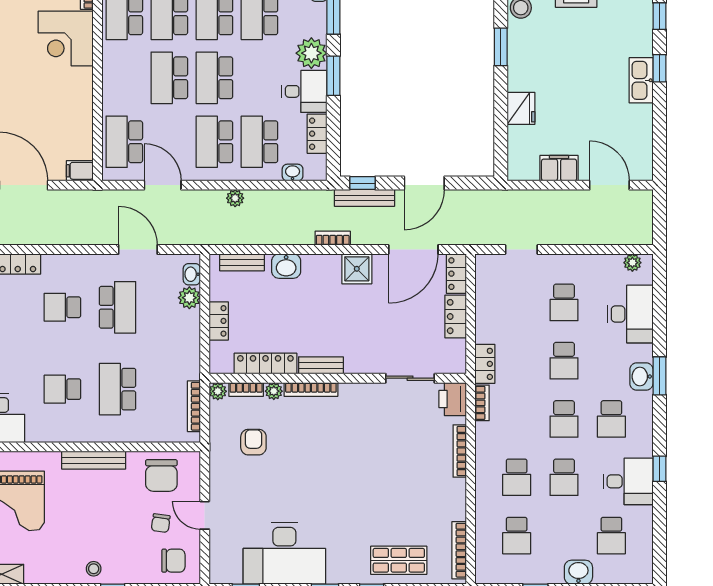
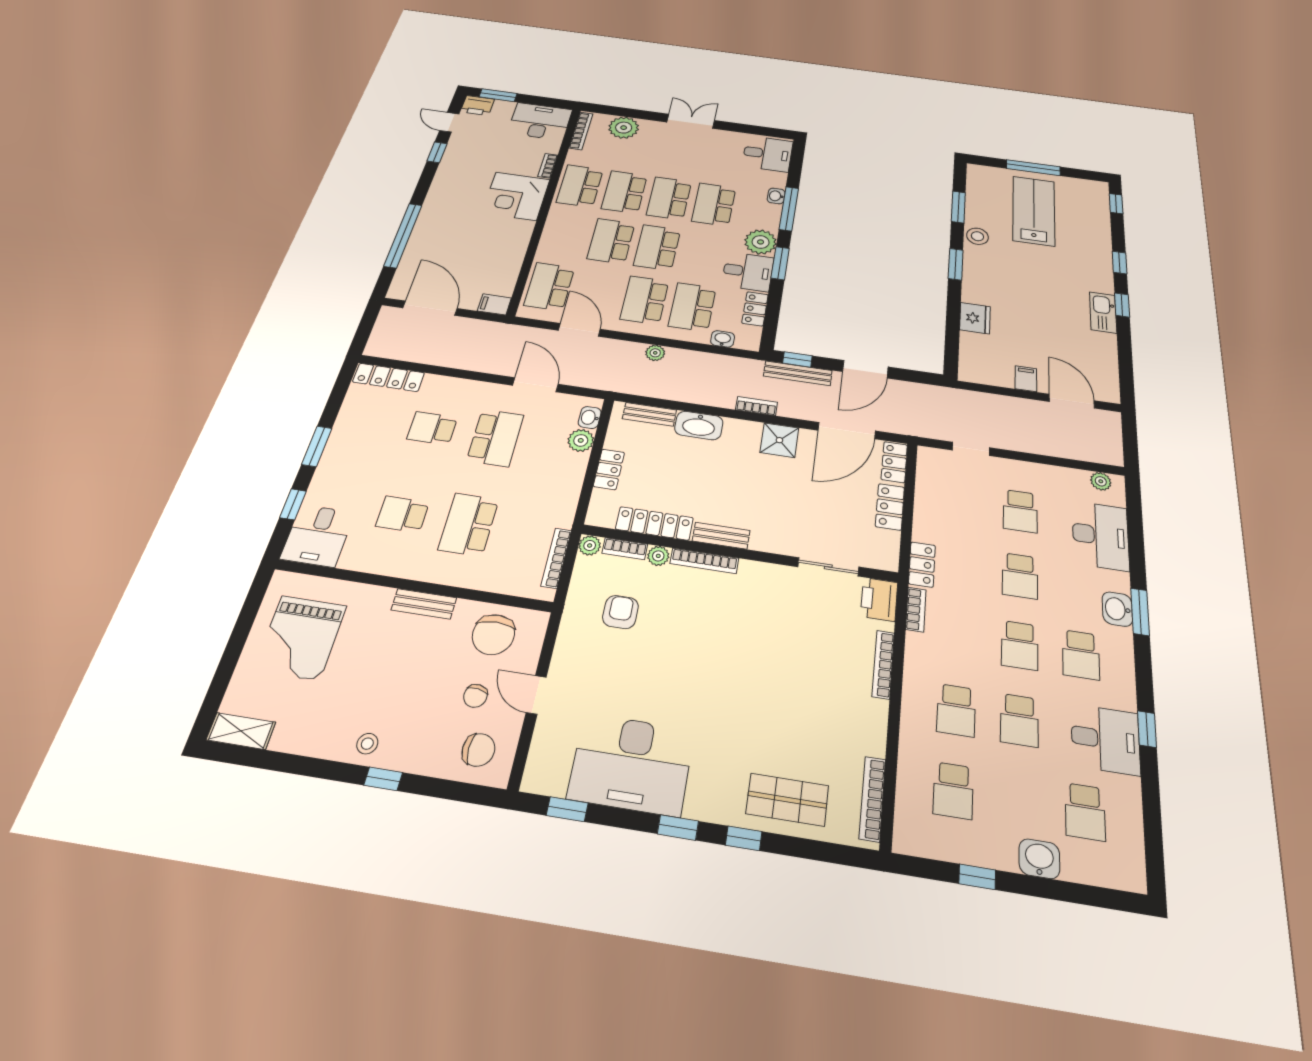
filing cabinet: (559, 168) -> (1026, 379), width x0.50
washbasin: (286, 266) -> (699, 425), width x1.38
bench: (94, 460) -> (424, 604), width x0.73

